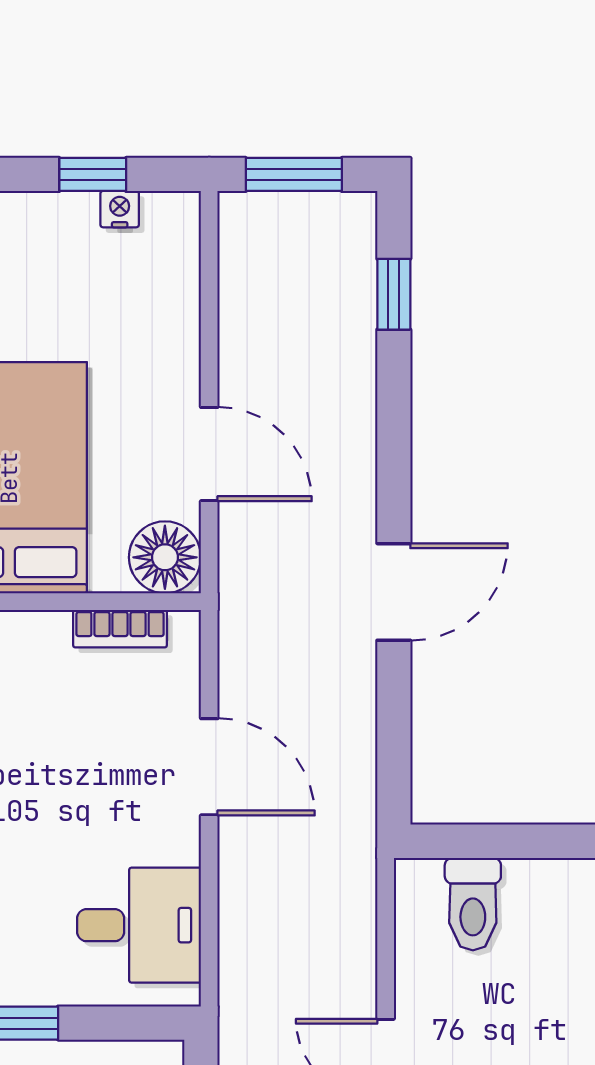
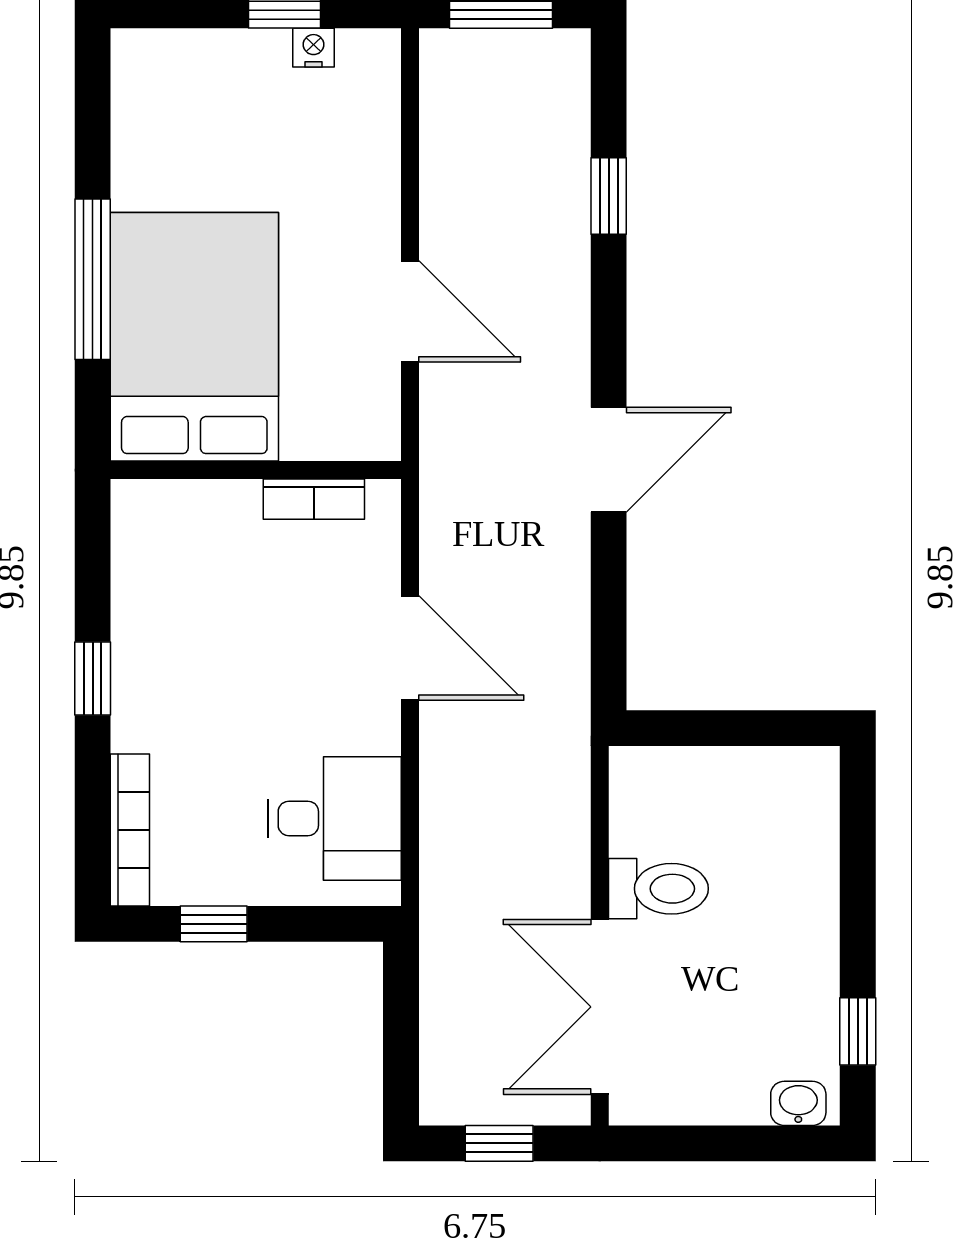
window: (394, 294) -> (609, 196), moved
floor lamp: (165, 557) -> (362, 422), removed
toilet: (473, 904) -> (658, 889), moved, turned -90

